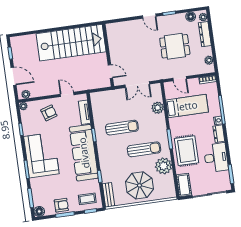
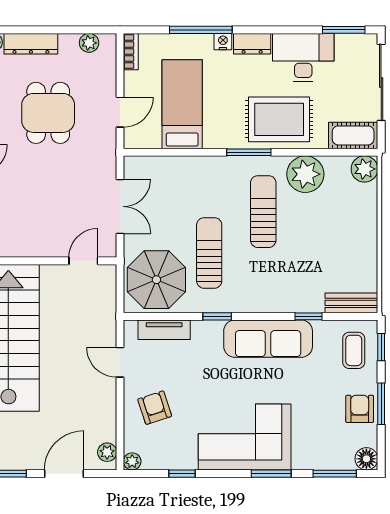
door: (67, 94) -> (120, 362), hinge flipped
plant: (158, 108) -> (364, 169), moved
sofa: (84, 153) -> (268, 339), width x0.74, depth x0.79
parasol: (139, 185) -> (156, 280), moved

